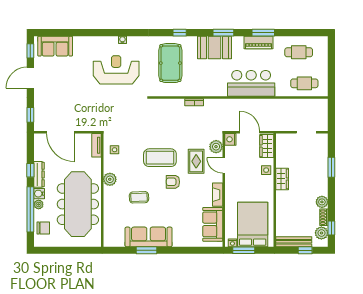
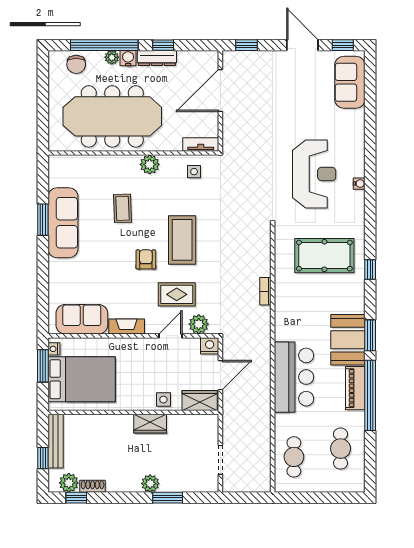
window: (263, 33) -> (370, 395), width x2.11
booth: (215, 47) -> (348, 340), moved
plant: (322, 202) -> (150, 484), moved

